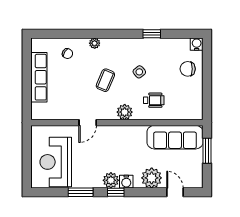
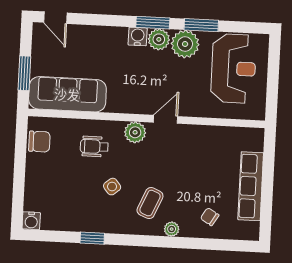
chair: (188, 69) -> (39, 142), moved
coffee table: (105, 80) -> (150, 203), moved
door: (88, 123) -> (166, 119), moved
plant: (152, 178) -> (185, 44), moved
window: (116, 192) -> (153, 23), width x1.50
door: (175, 192) -> (55, 18), moved

